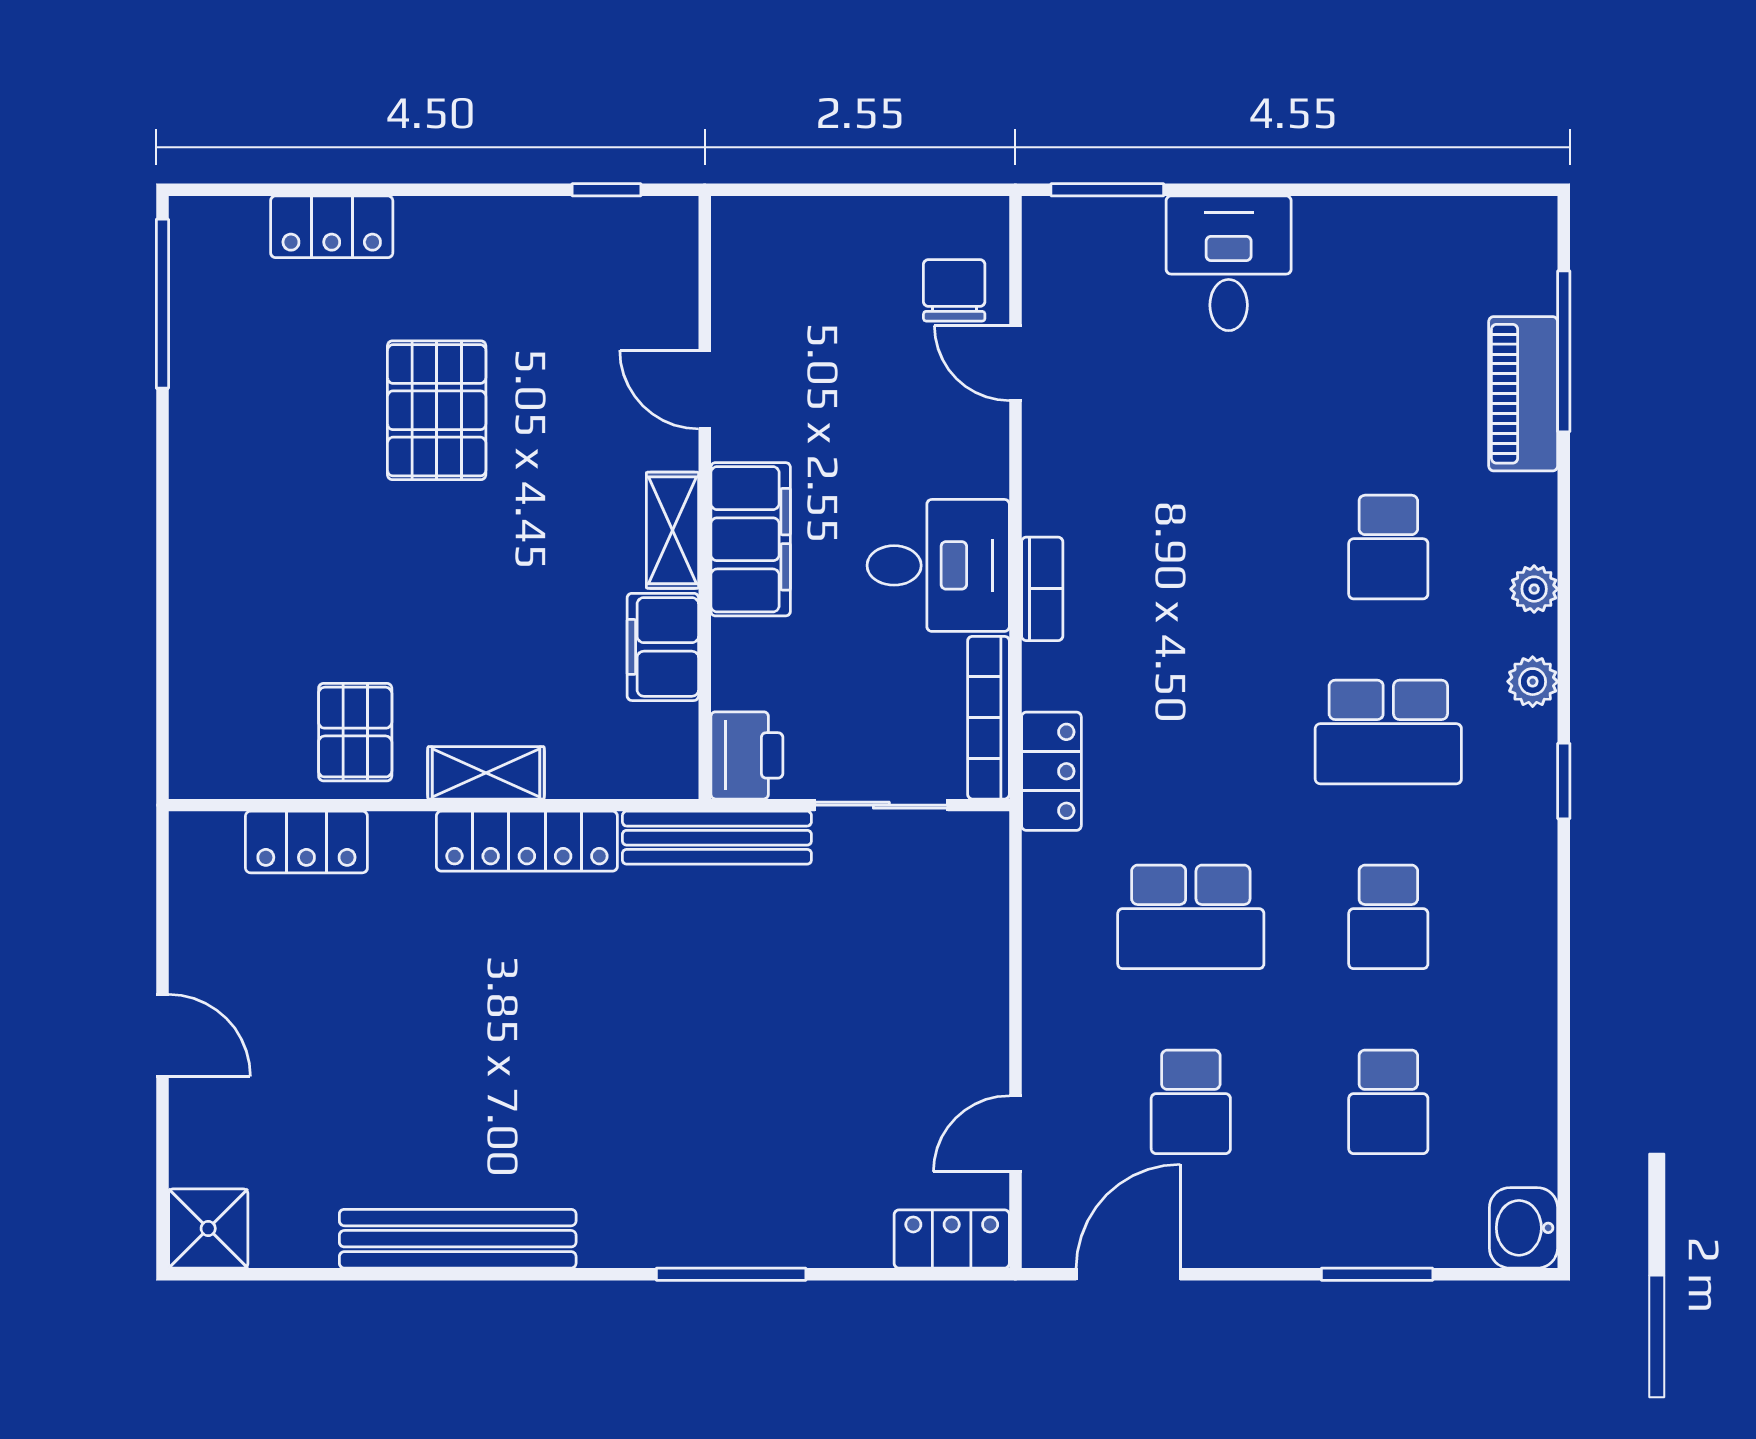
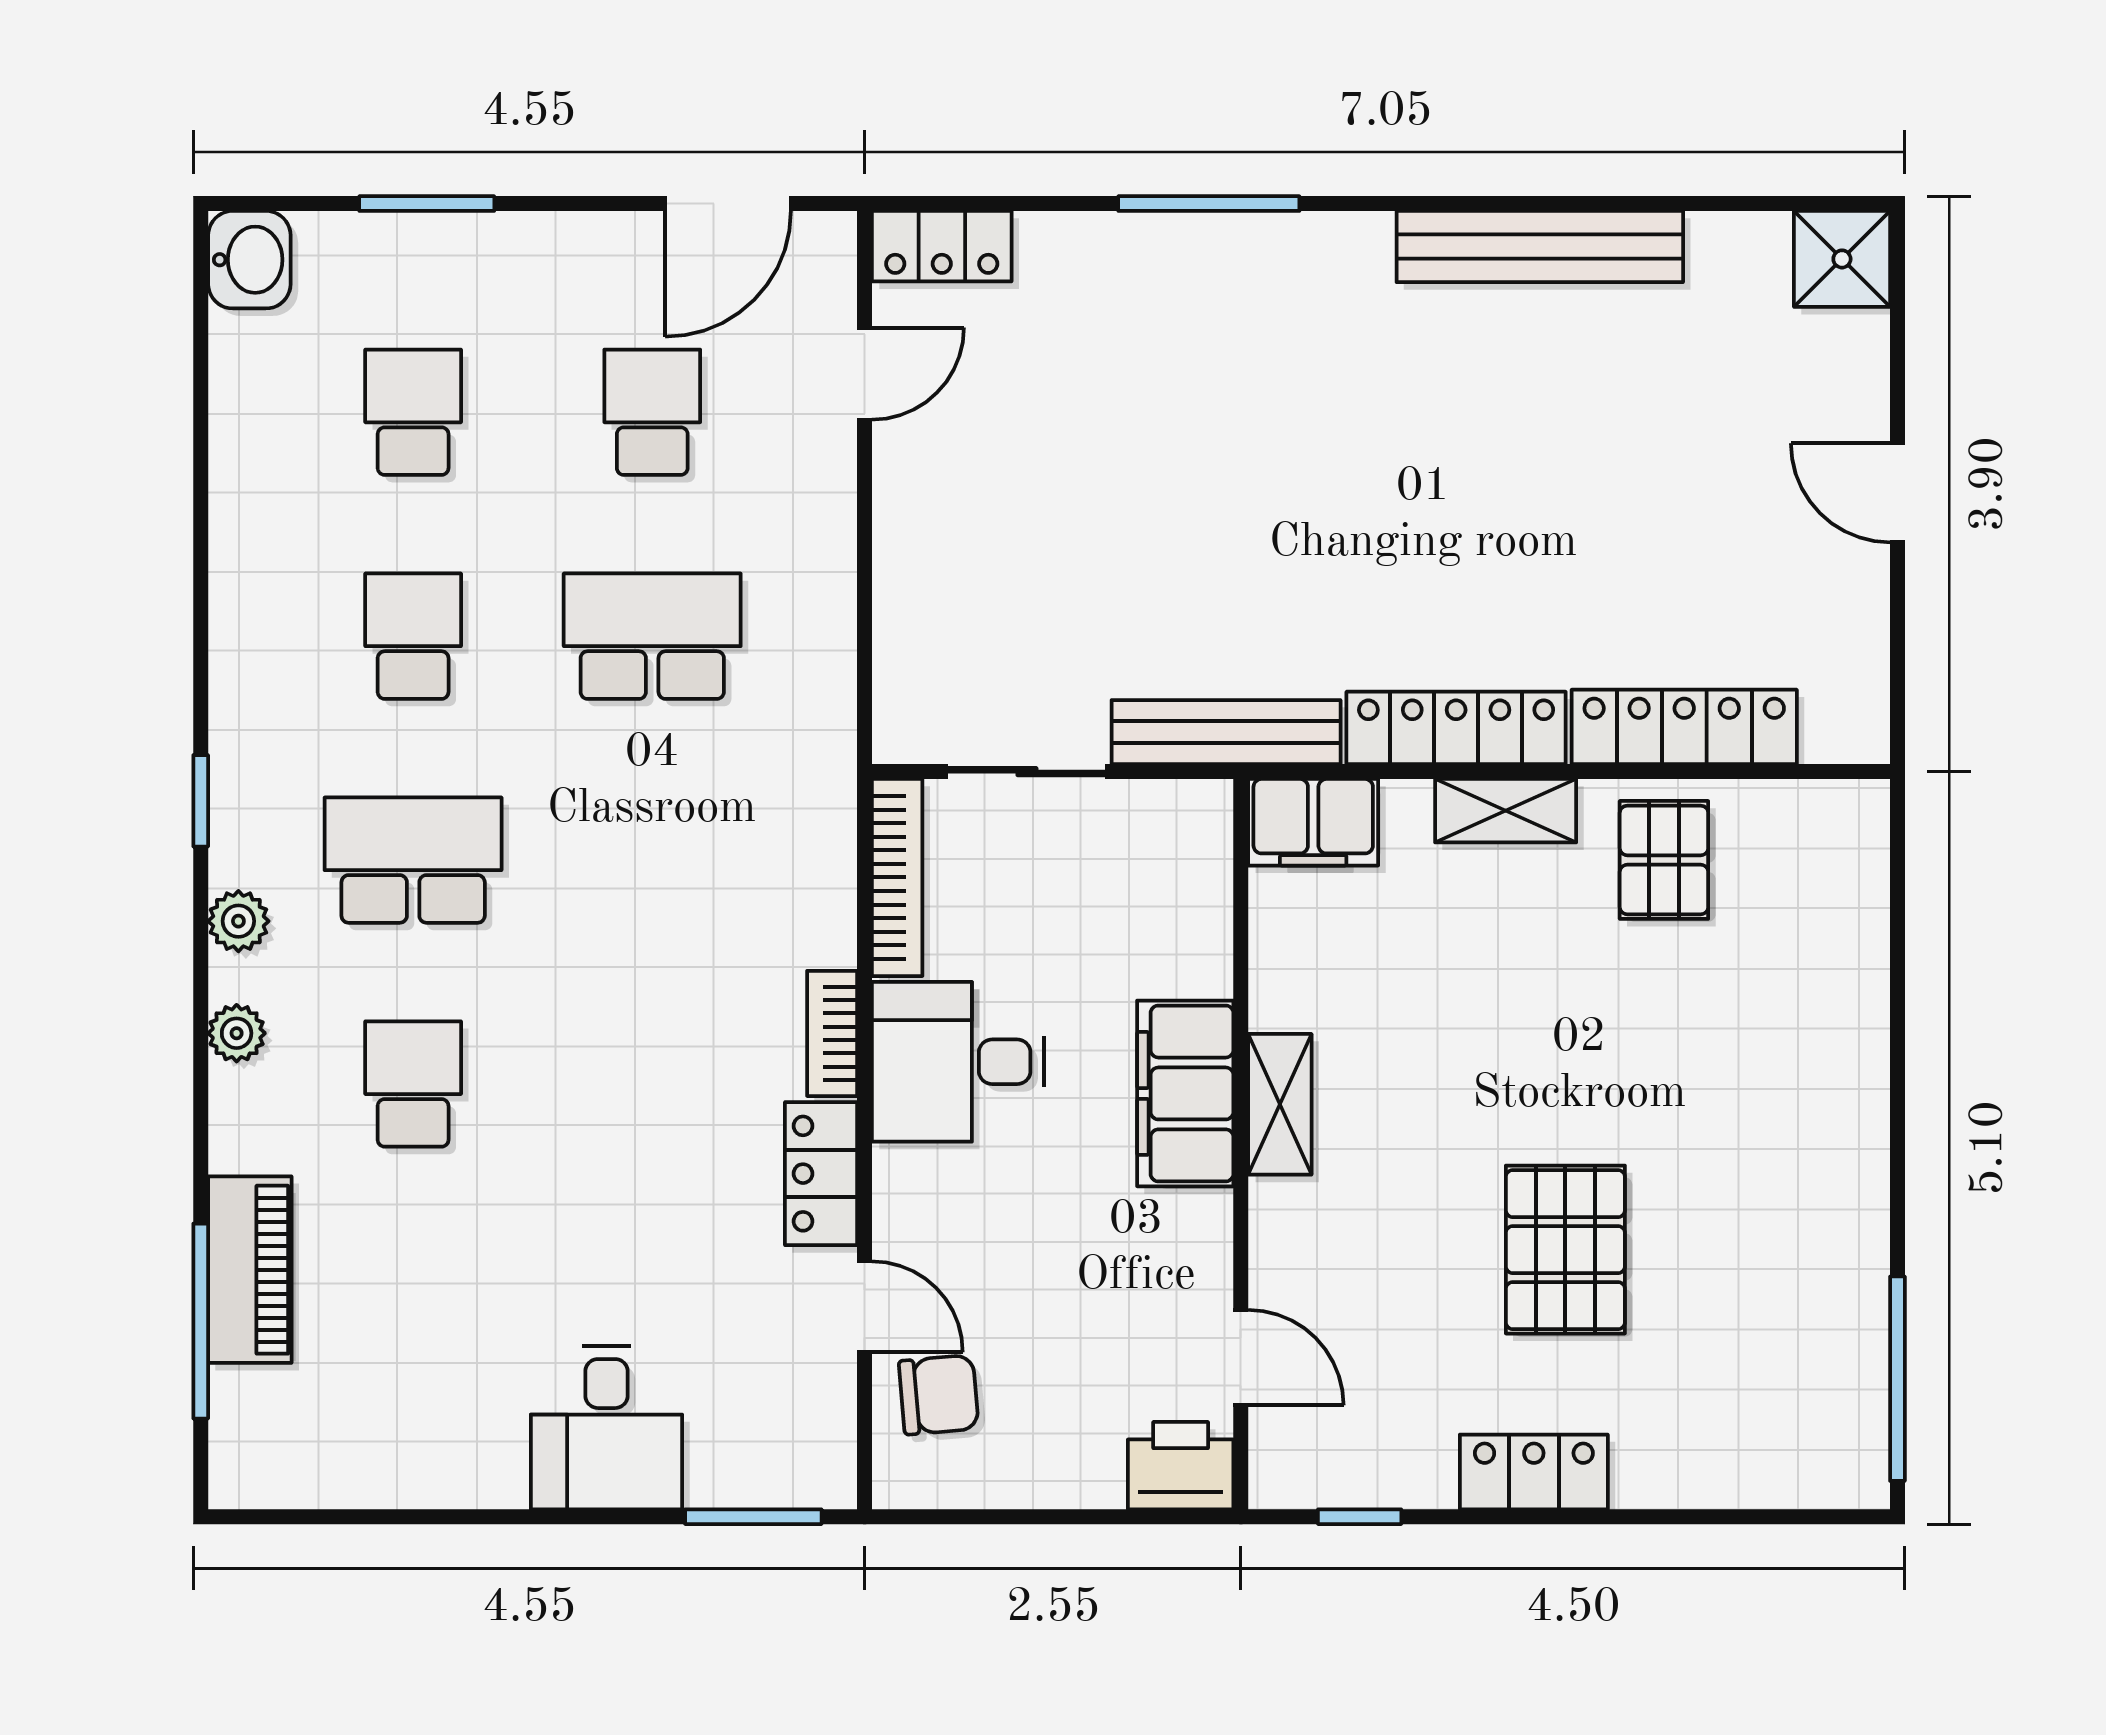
locker: (332, 227) -> (1534, 1472), moved
chair: (954, 290) -> (939, 1395), turned -95
door: (705, 390) -> (1241, 1358), moved
filing cabinet: (663, 647) -> (1313, 822), moved, turned 90
printer: (747, 755) -> (1181, 1466), moved, turned 90
locker: (1051, 771) -> (821, 1174), moved
locker: (306, 842) -> (1684, 727), width x1.53

